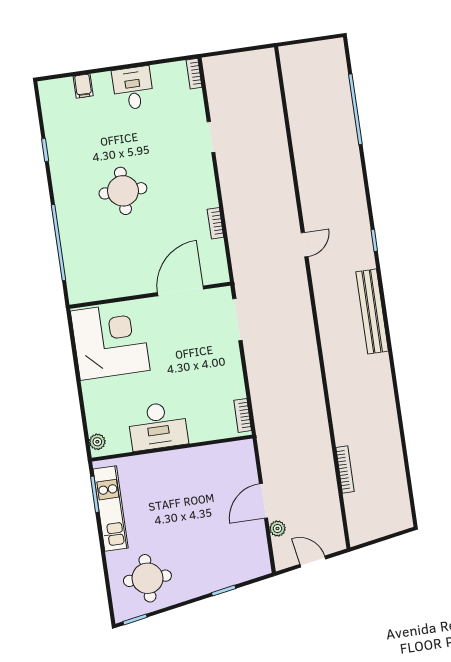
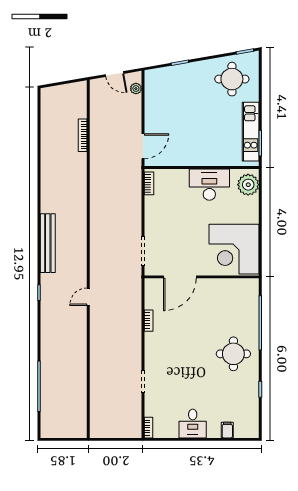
round table: (123, 191) -> (233, 354), moved
plant: (97, 442) -> (248, 185), width x1.87, depth x1.87
door: (264, 501) -> (143, 146), moved
plant: (277, 529) -> (136, 89), moved

